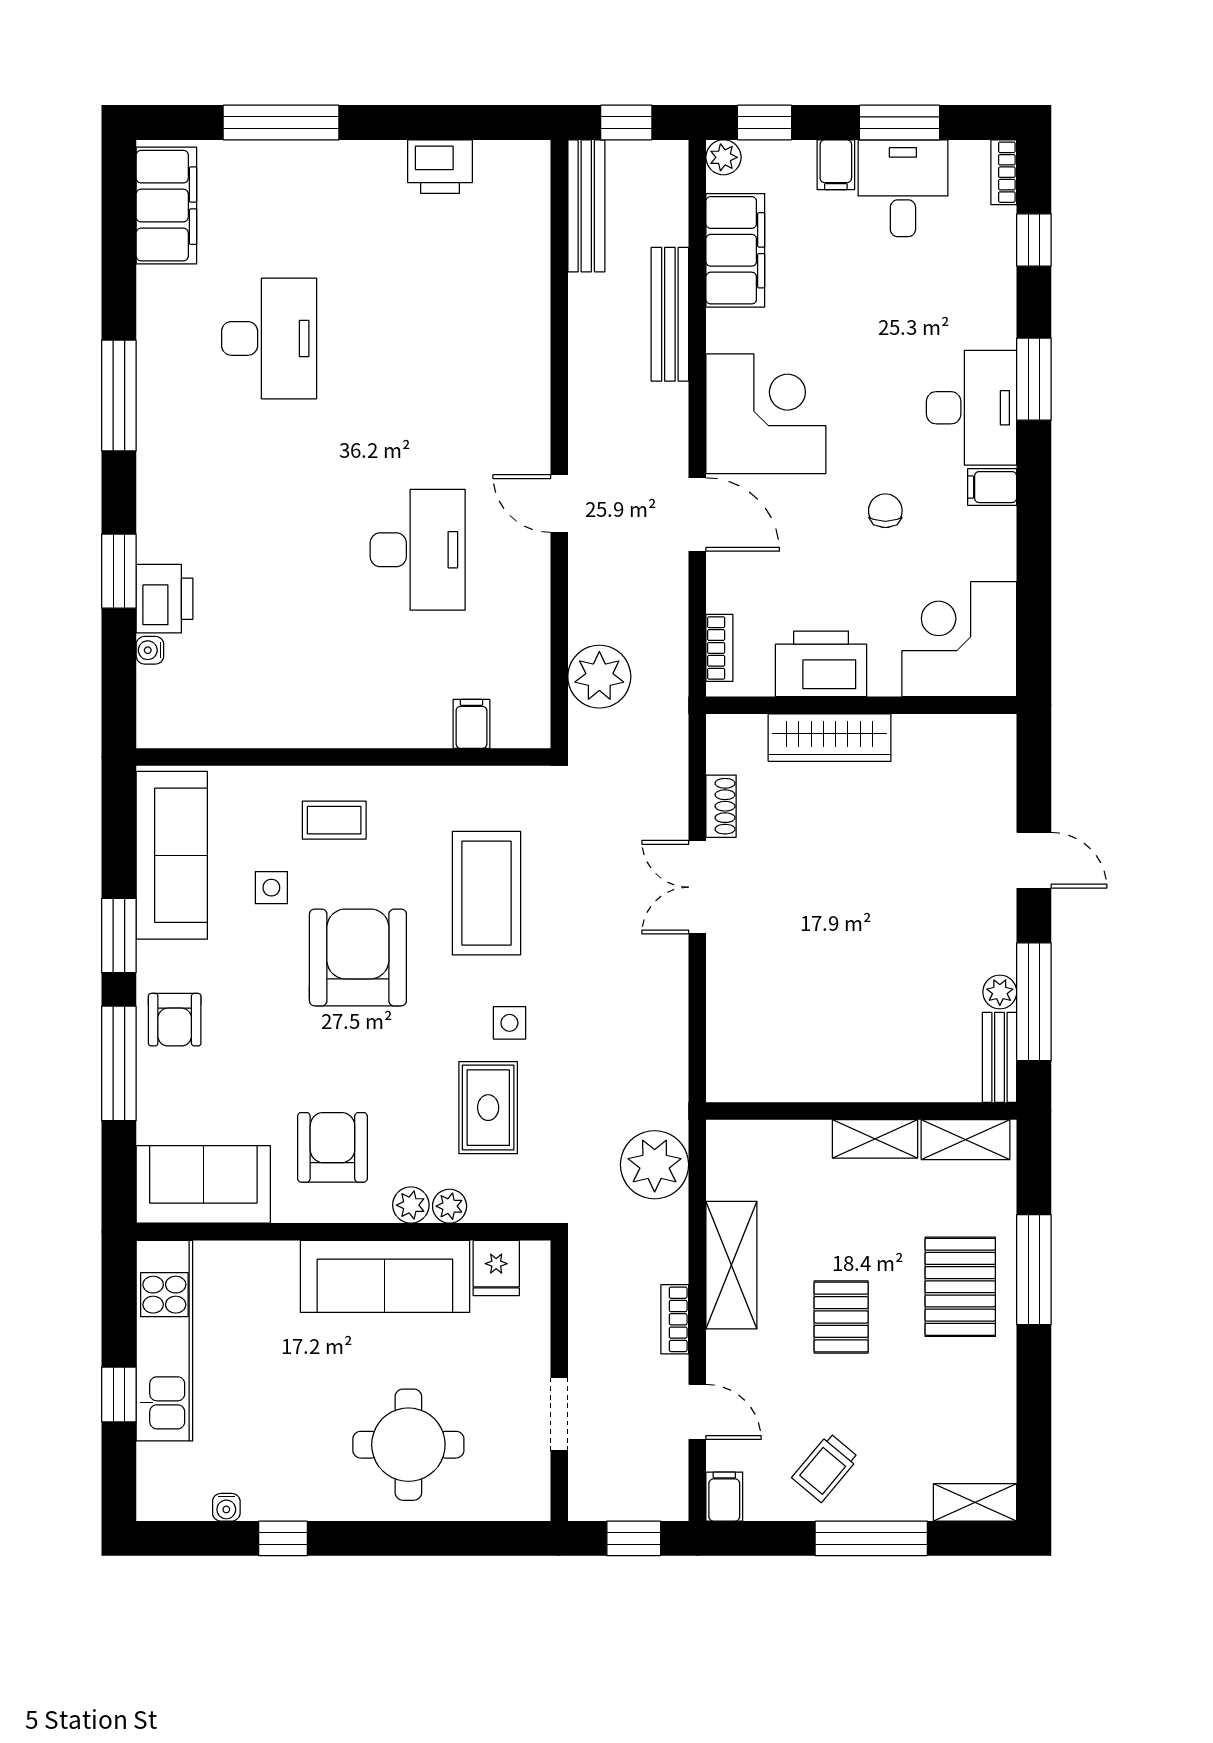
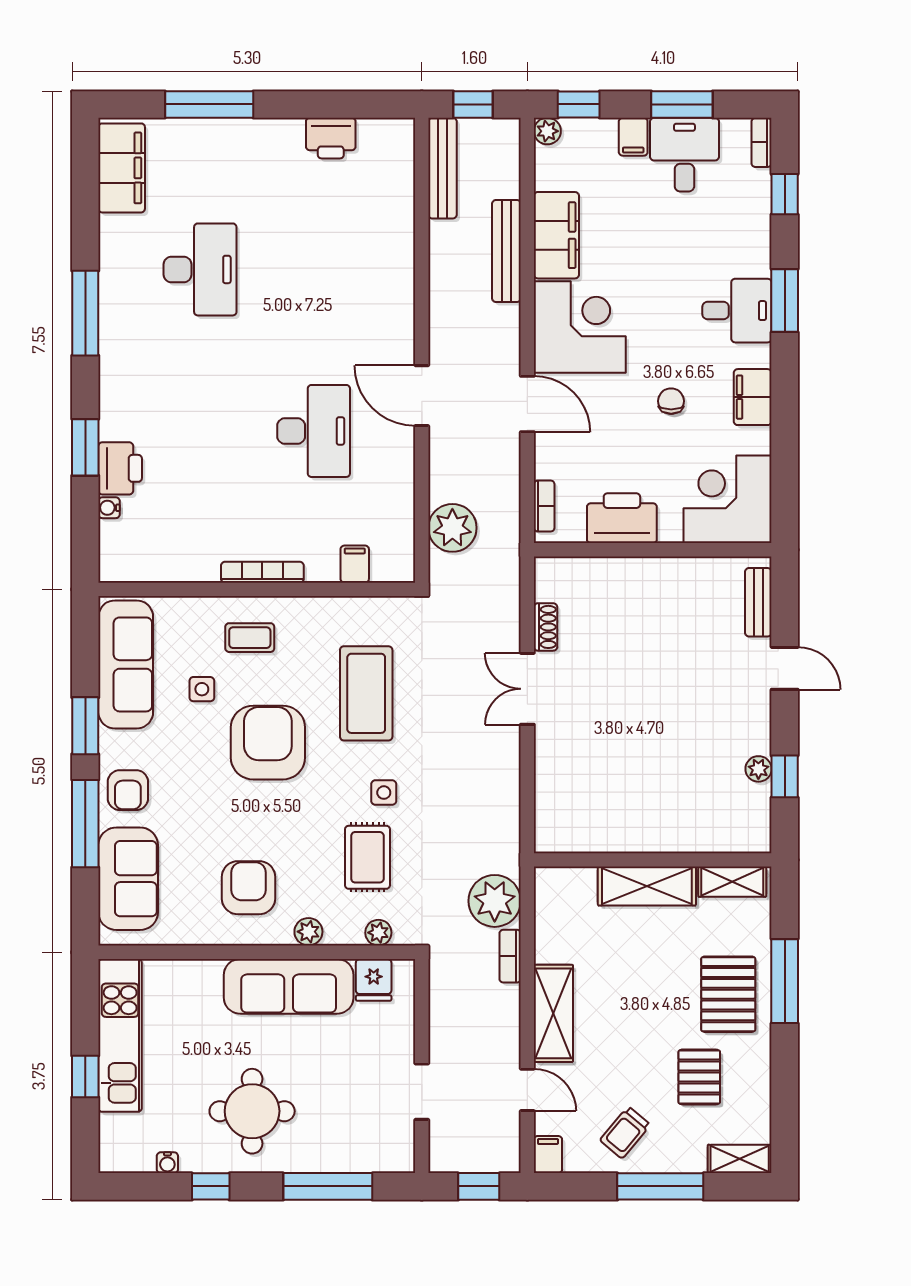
filing cabinet: (735, 250) -> (556, 235), moved
desk: (972, 408) -> (737, 311), width x0.73
filing cabinet: (992, 487) -> (753, 397), width x2.00
door: (559, 504) -> (422, 396), width x1.38
bookcase: (351, 735) -> (262, 572), added
wardrobe: (830, 738) -> (628, 575), removed
window: (1034, 1002) -> (785, 776), width x0.46
bench: (1000, 1057) -> (758, 602), moved
shelving: (875, 1139) -> (647, 886), width x1.50, depth x1.33
sofa: (203, 1184) -> (128, 879), moved, turned 90
plant: (450, 1206) -> (378, 933), moved
shelving: (731, 1265) -> (553, 1013), moved
pallet: (841, 1317) -> (699, 1077), moved
bookcase: (675, 1319) -> (510, 956), moved
round table: (408, 1445) -> (252, 1111), moved
window: (436, 1538) -> (328, 1186), added

